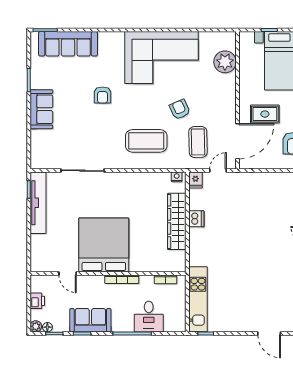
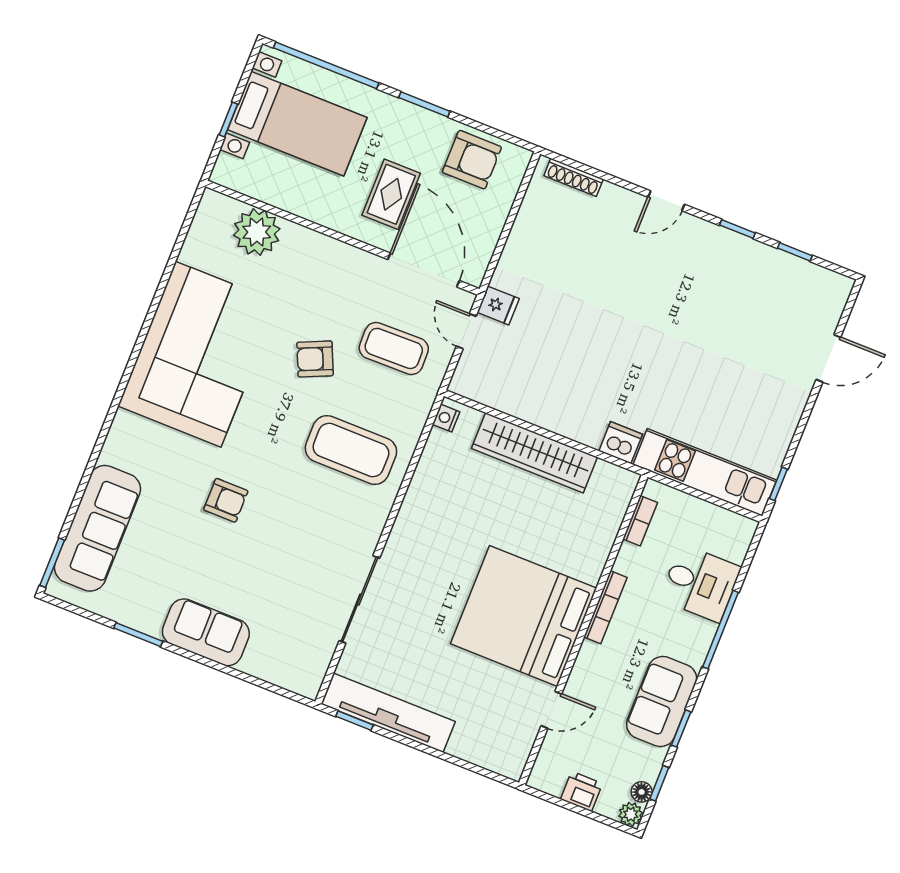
coffee table: (146, 141) -> (351, 450), turned 90
fridge: (196, 180) -> (498, 305), moved
dishwasher: (196, 219) -> (621, 443), moved

